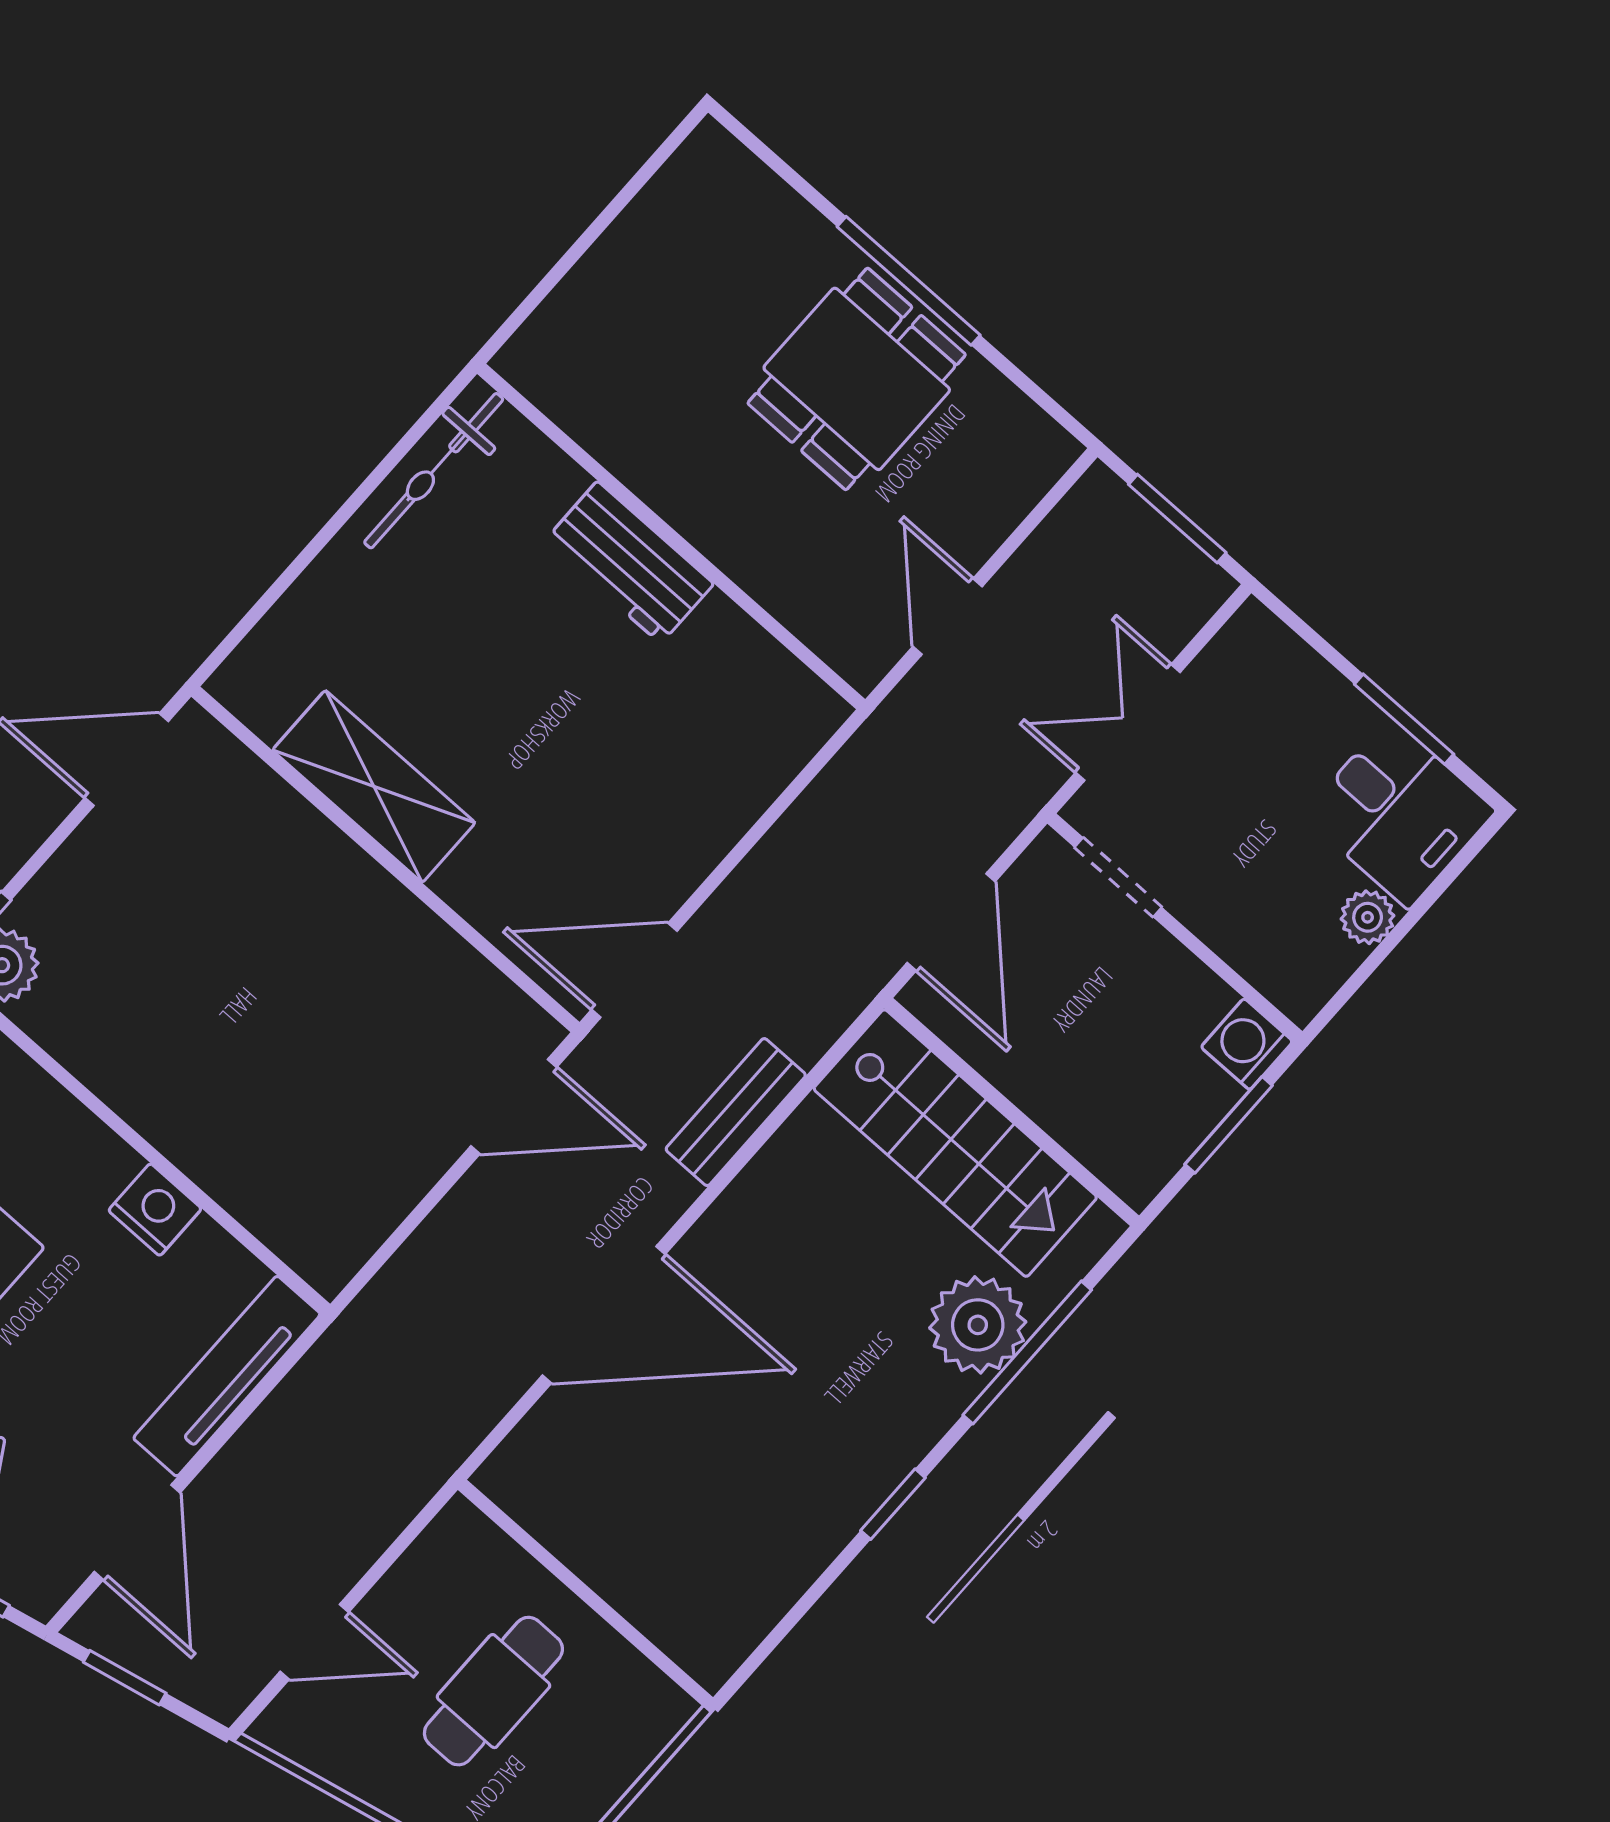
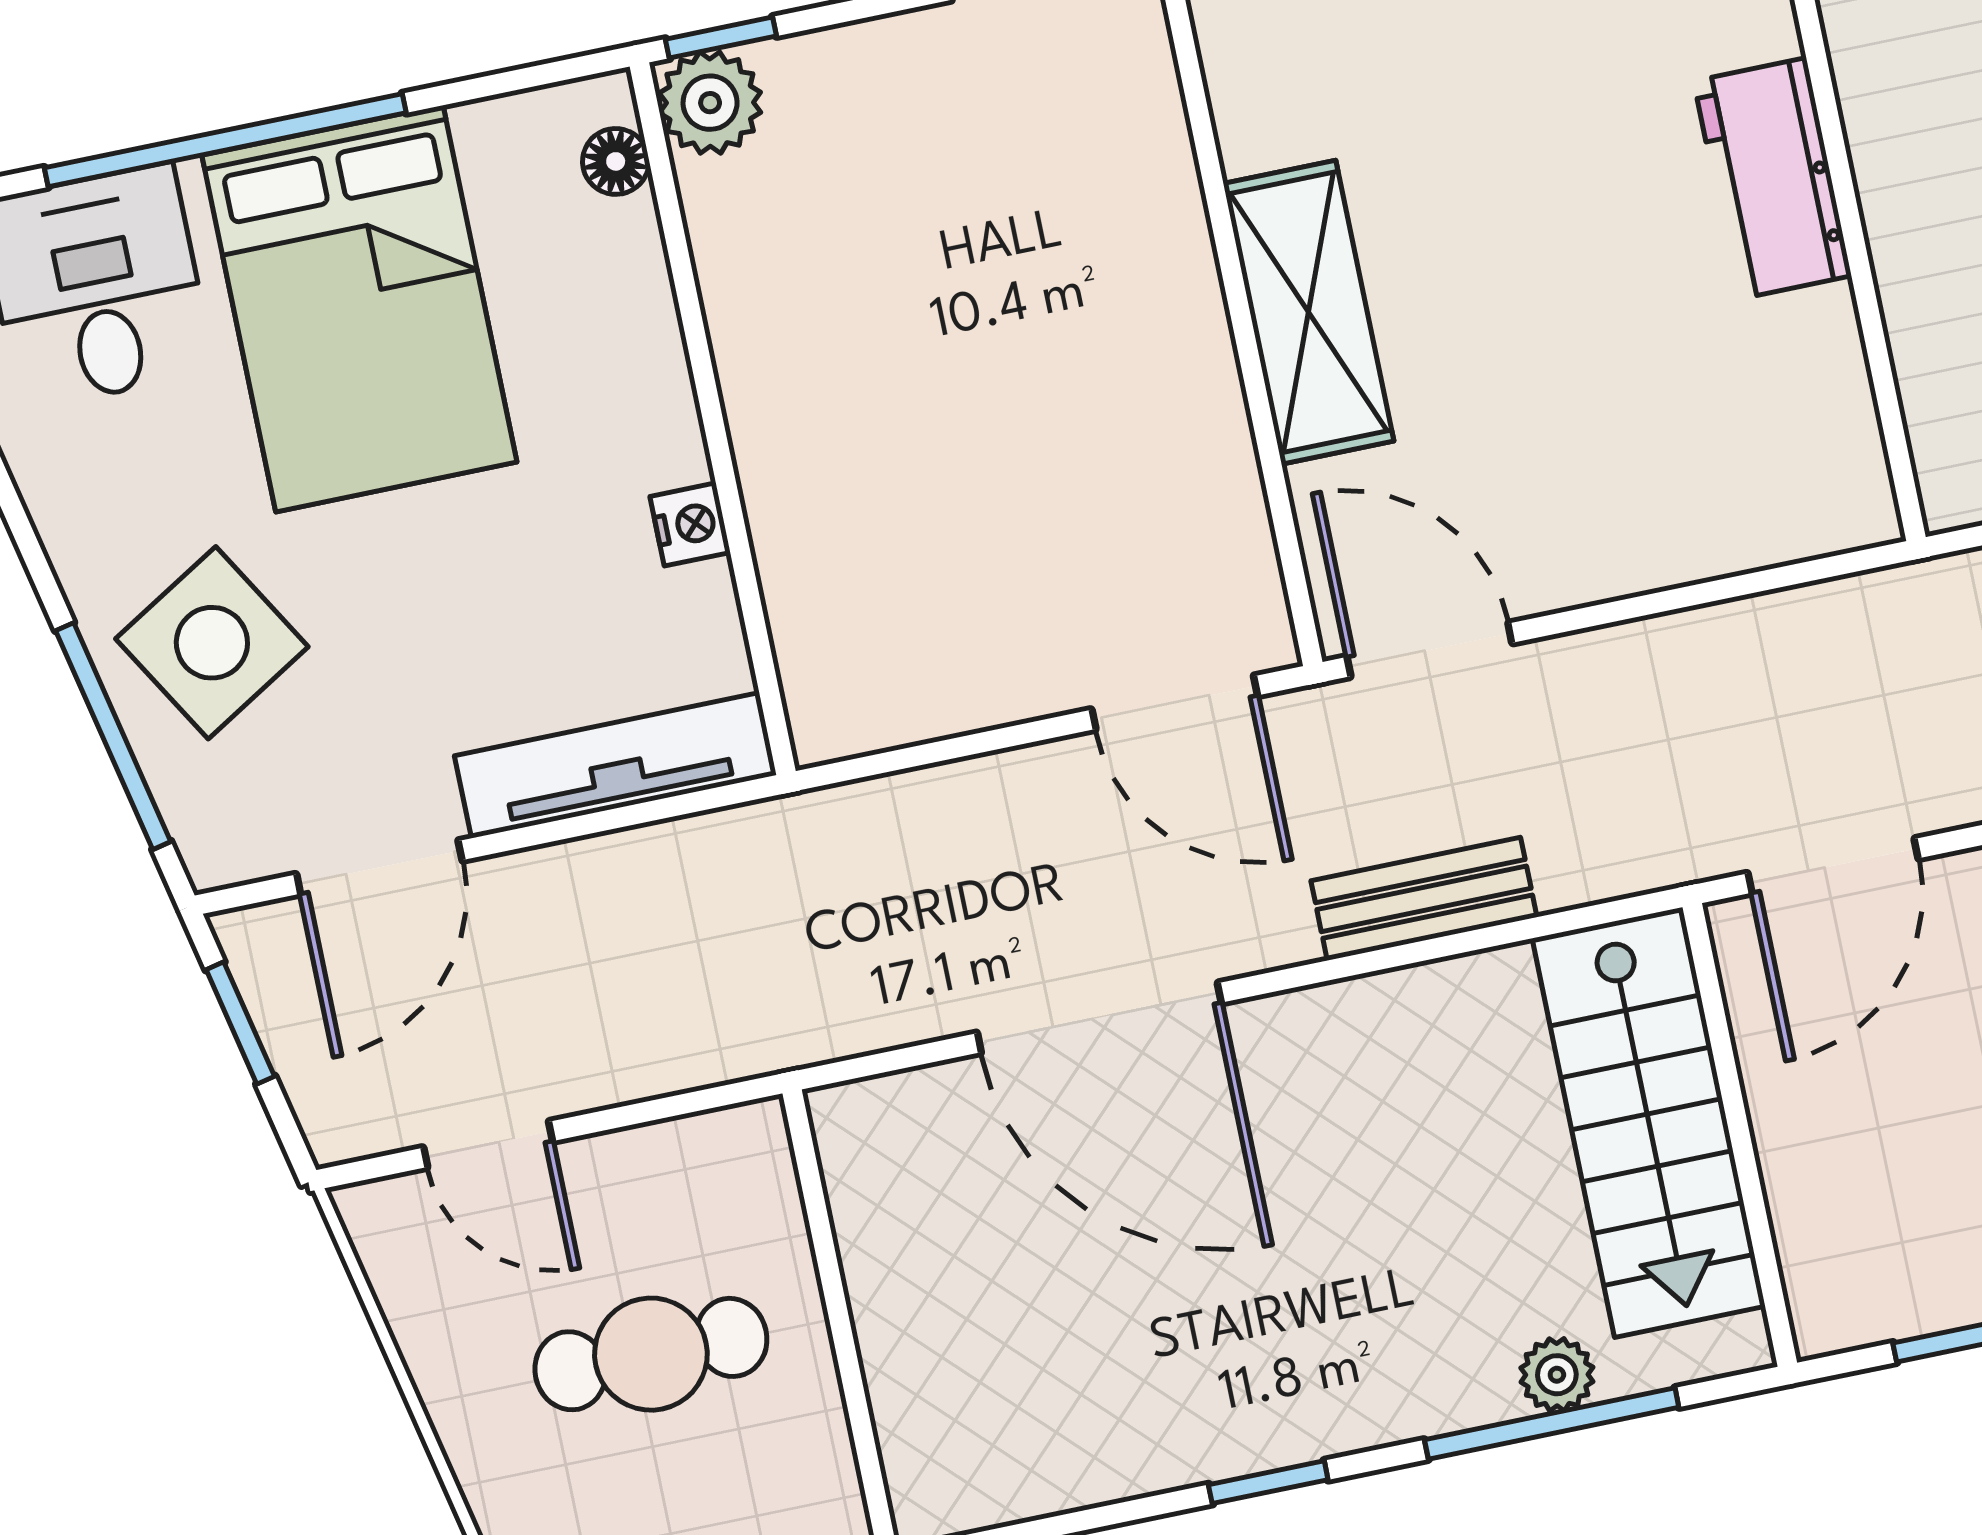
shelving: (374, 786) -> (1308, 312), moved
nightstand: (155, 1210) -> (690, 524), width x0.72, depth x0.74
plant: (978, 1325) -> (1557, 1375), width x0.53, depth x0.53

